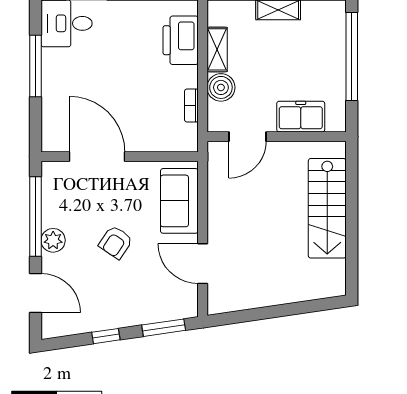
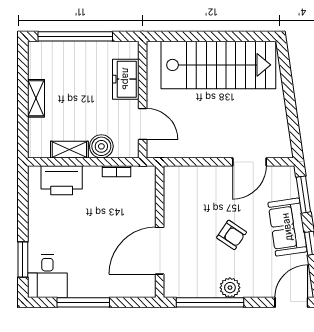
sofa: (179, 201) -> (287, 227), moved, turned 82
stairs: (327, 208) -> (218, 65), width x1.36, depth x1.51
door: (36, 293) -> (291, 302), moved

